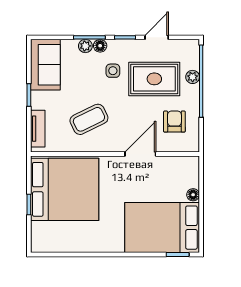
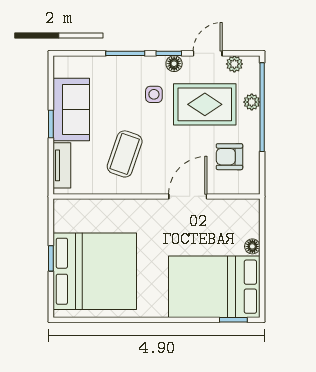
plant: (85, 46) -> (234, 64), moved
floor lamp: (100, 46) -> (174, 64), moved
sofa: (45, 65) -> (71, 109), moved
coffee table: (89, 119) -> (125, 154), turned -45
armchair: (174, 122) -> (229, 157), turned -90
bed: (65, 189) -> (95, 271), moved

